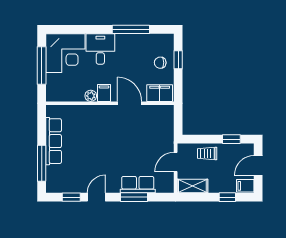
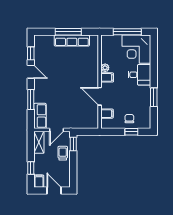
window: (131, 29) -> (154, 97), width x0.69
filing cabinet: (160, 93) -> (107, 114), width x0.50
door: (130, 103) -> (100, 96), swing flipped
window: (231, 139) -> (73, 144), moved
door: (176, 162) -> (57, 130), swing flipped
window: (42, 163) -> (68, 32), moved
row of seats: (138, 185) -> (40, 116), moved

